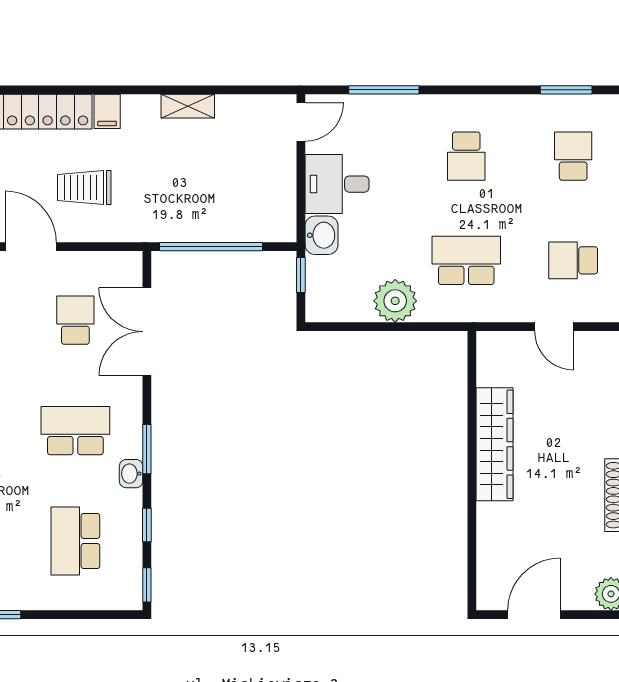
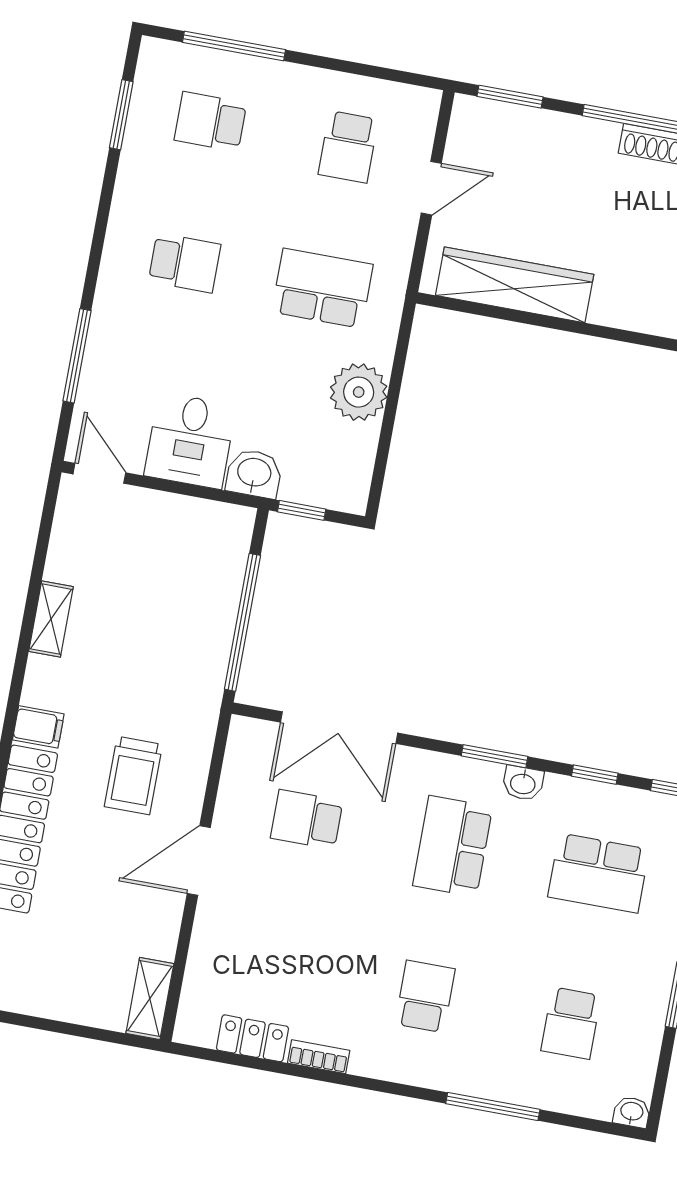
school desk: (466, 260) -> (322, 288), turned 90
wardrobe: (495, 444) -> (515, 285), moved

